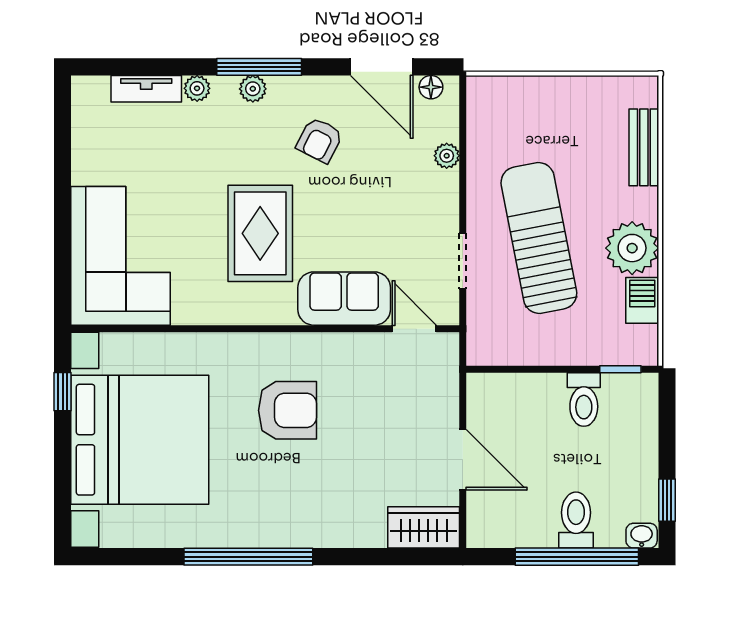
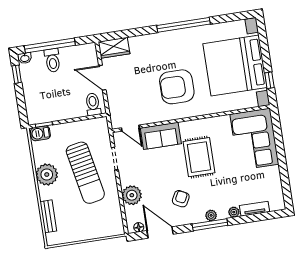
plant: (447, 156) -> (132, 195), width x1.88, depth x1.88
barbecue: (642, 300) -> (40, 133), moved, turned 90
toilet: (584, 400) -> (93, 104), moved
armchair: (287, 410) -> (177, 87), width x1.36, depth x1.36

